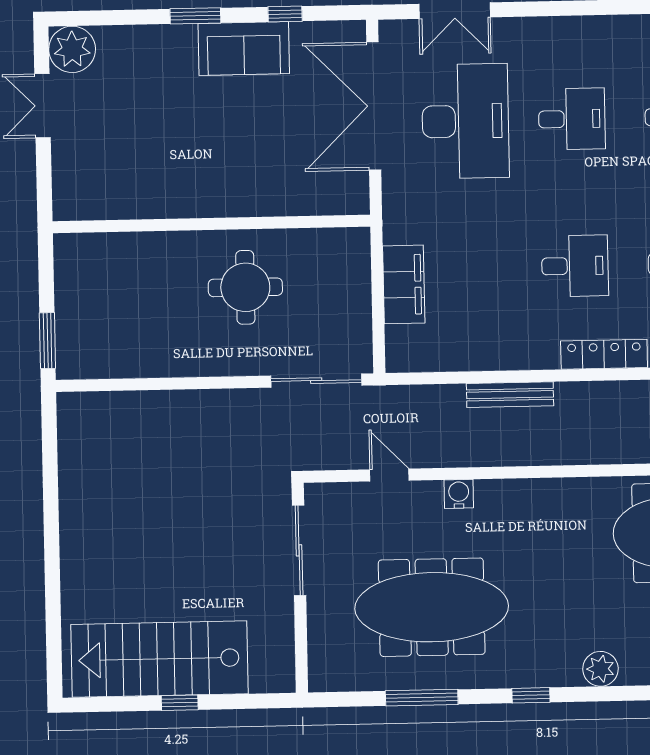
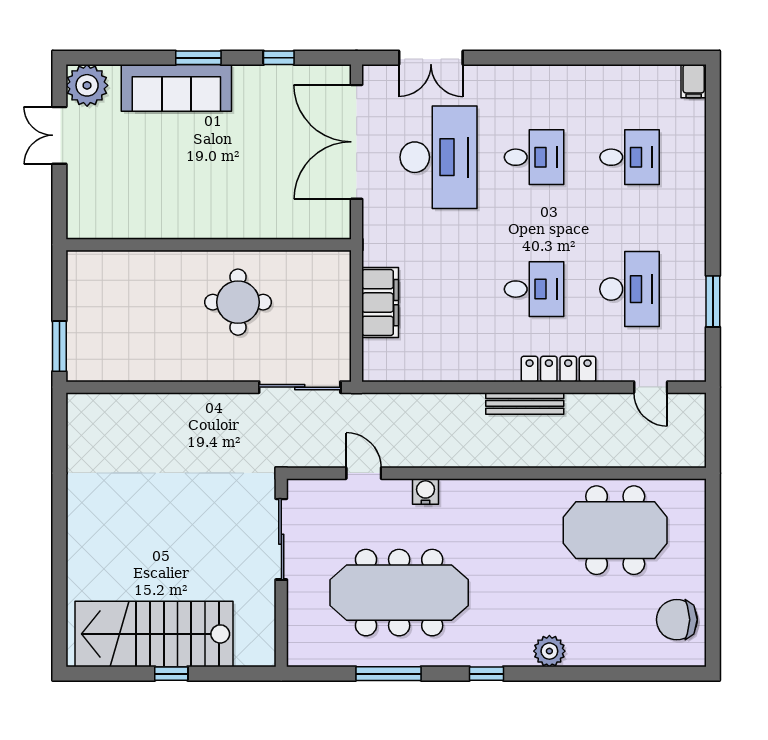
sofa: (244, 49) -> (176, 88), moved, width x1.36
bench: (510, 395) -> (525, 403), moved

